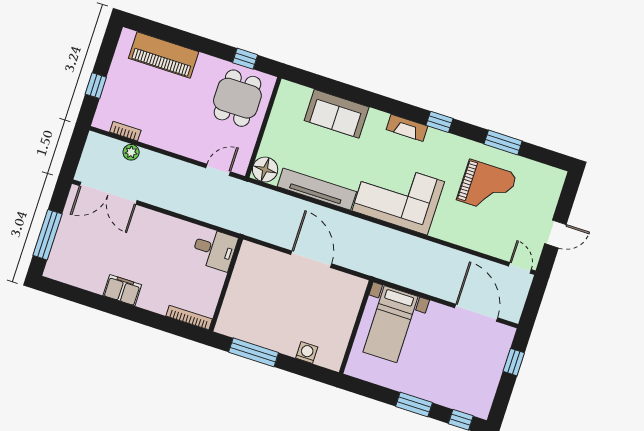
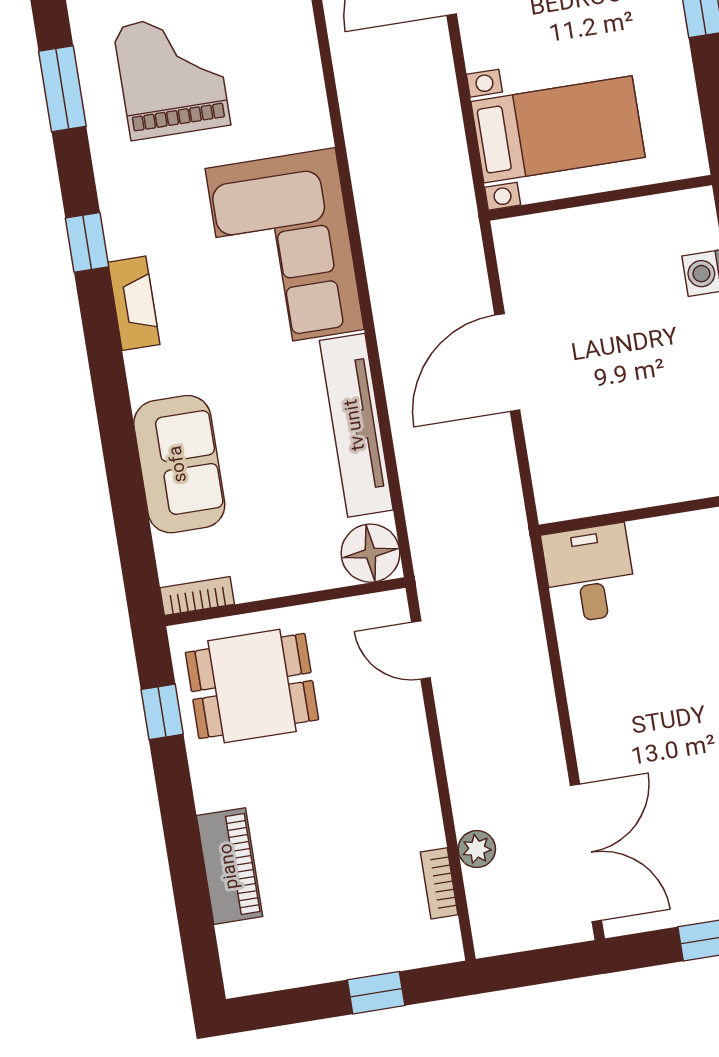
piano: (164, 55) -> (230, 866), width x0.73, depth x0.75
bookcase: (283, 95) -> (197, 596), added

